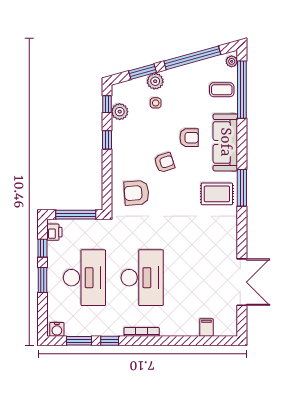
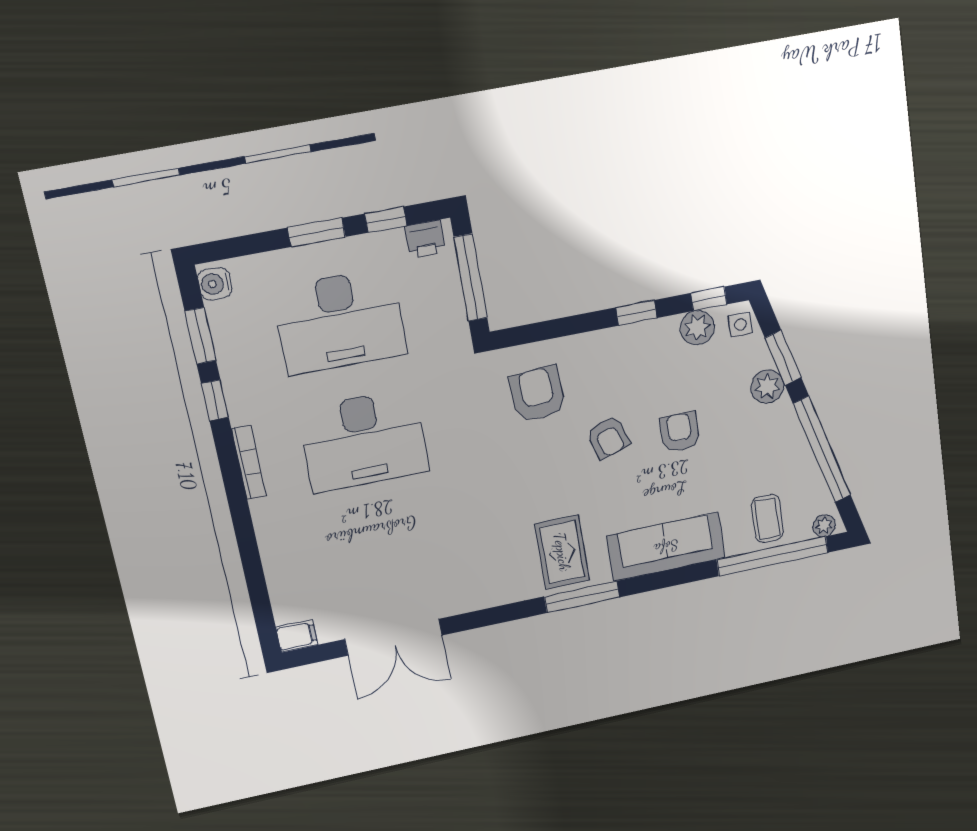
side table: (156, 103) -> (740, 325), moved
armchair: (189, 138) -> (680, 432), moved, turned 180
filing cabinet: (206, 327) -> (297, 636), moved

